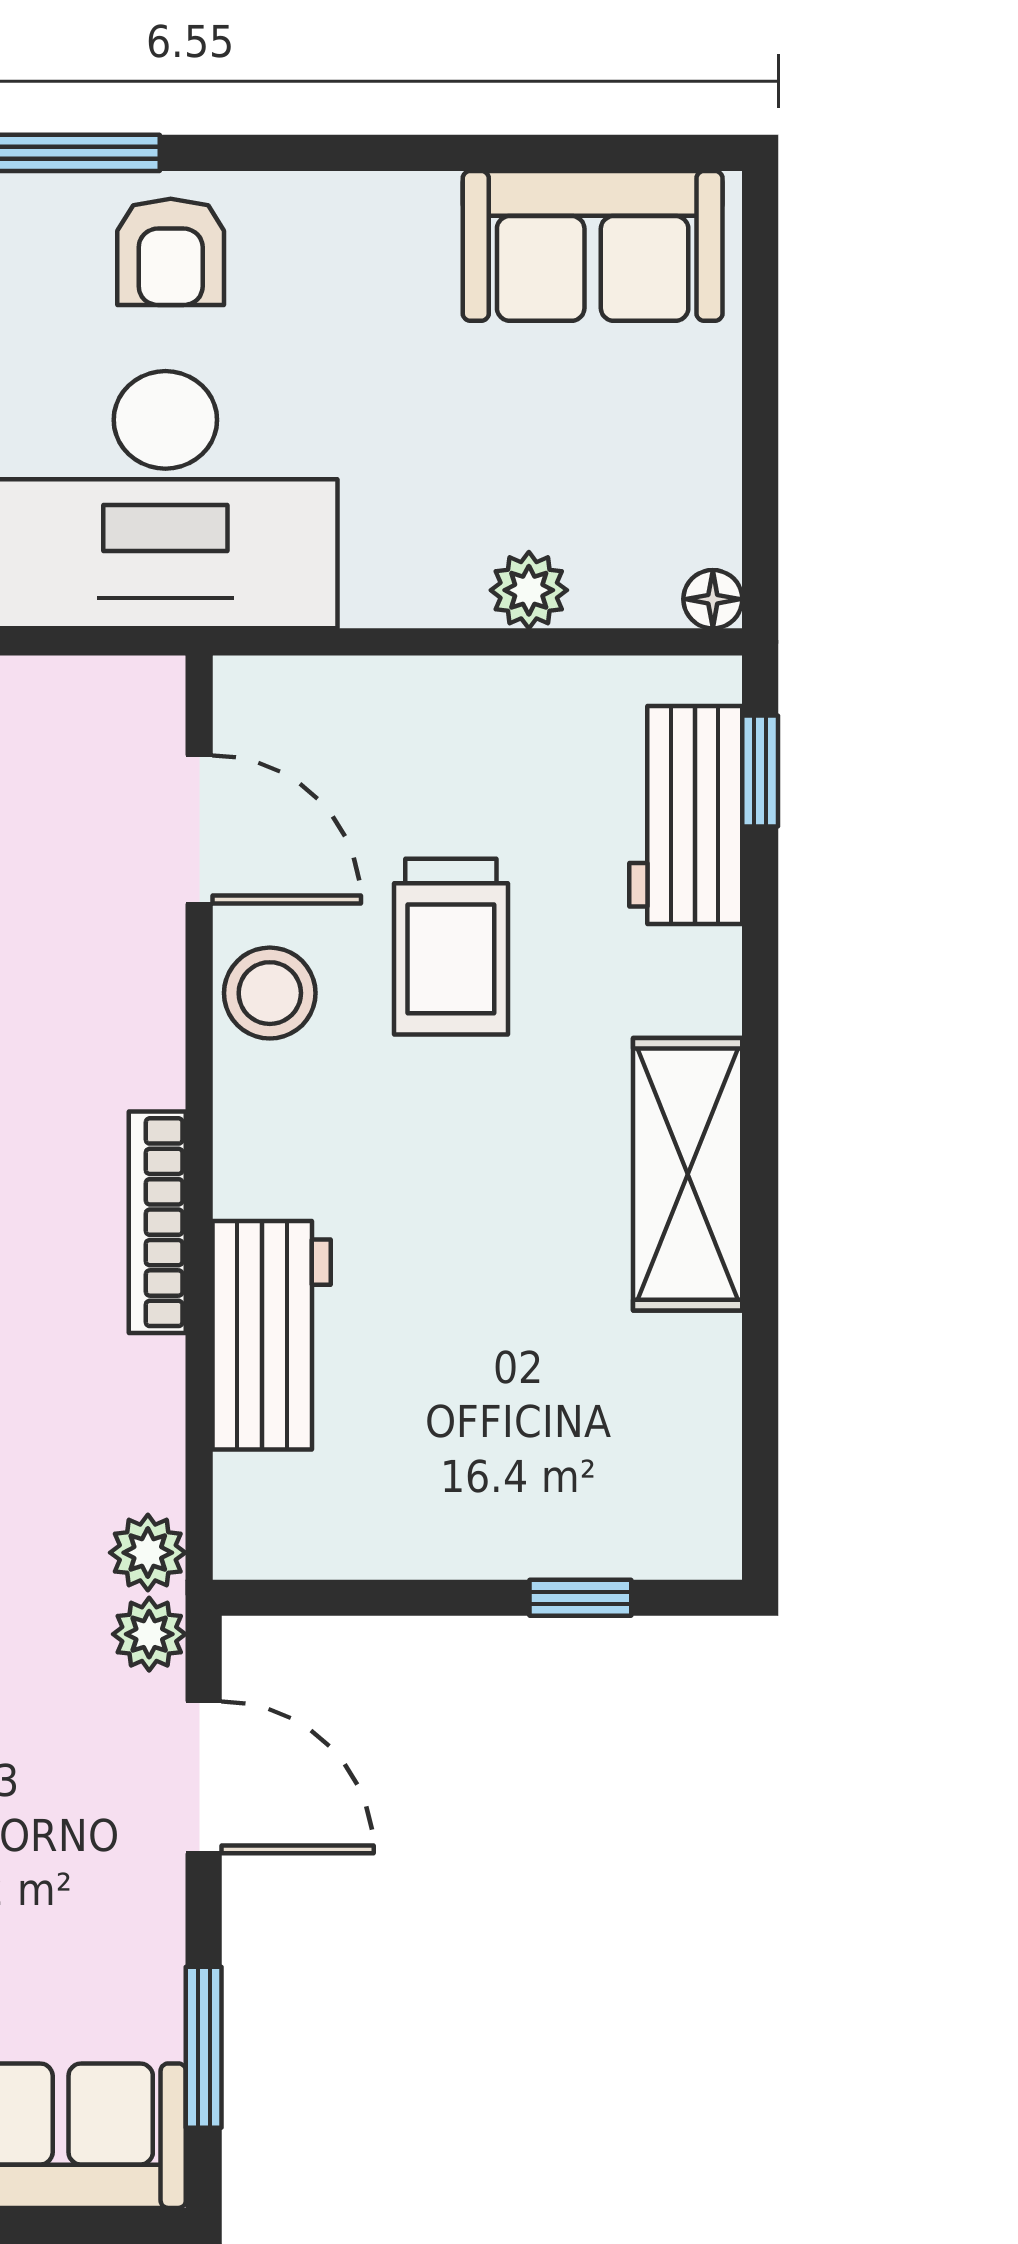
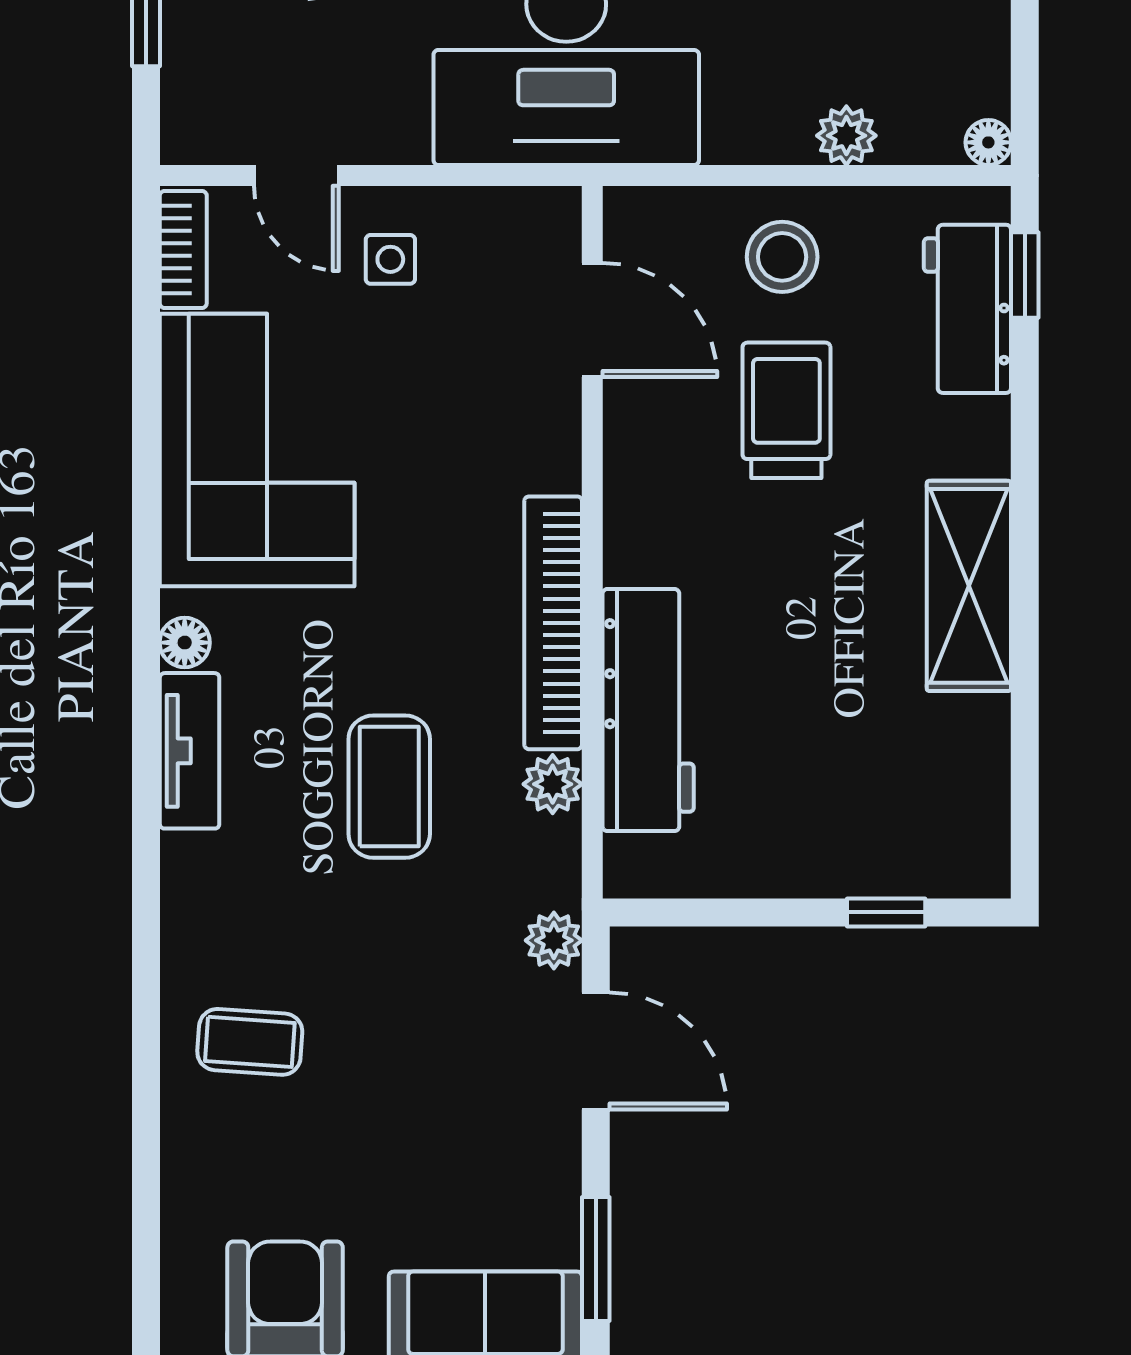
trolley: (451, 947) -> (786, 410), turned 180
stool: (270, 993) -> (782, 257), moved
bookcase: (157, 1222) -> (553, 623), width x1.48, depth x1.31
workbench: (272, 1335) -> (648, 710), width x1.38
plant: (148, 1553) -> (553, 784), moved

